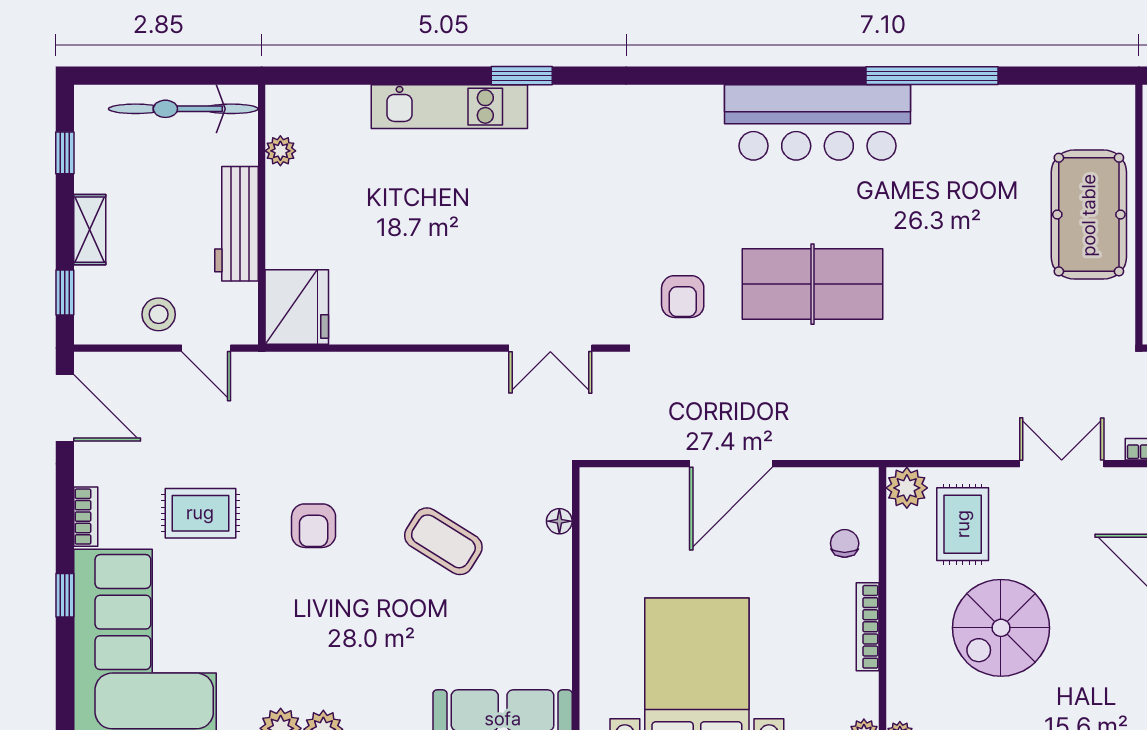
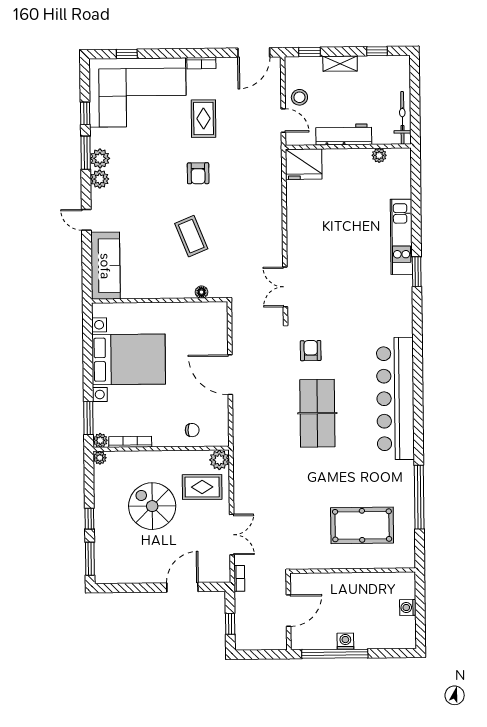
window: (932, 76) -> (419, 497), moved
bicycle: (183, 109) -> (402, 118), width x0.73, depth x0.71
bar counter: (818, 122) -> (395, 399), width x1.36
pool table: (1089, 215) -> (362, 525), moved
armchair: (683, 297) -> (311, 351), turned 90
door: (206, 348) -> (283, 120), swing flipped
armchair: (314, 526) -> (198, 173), turned -90
coffee table: (443, 541) -> (191, 236), turned -54
window: (65, 595) -> (127, 54), moved
bookcase: (868, 627) -> (130, 442), moved

